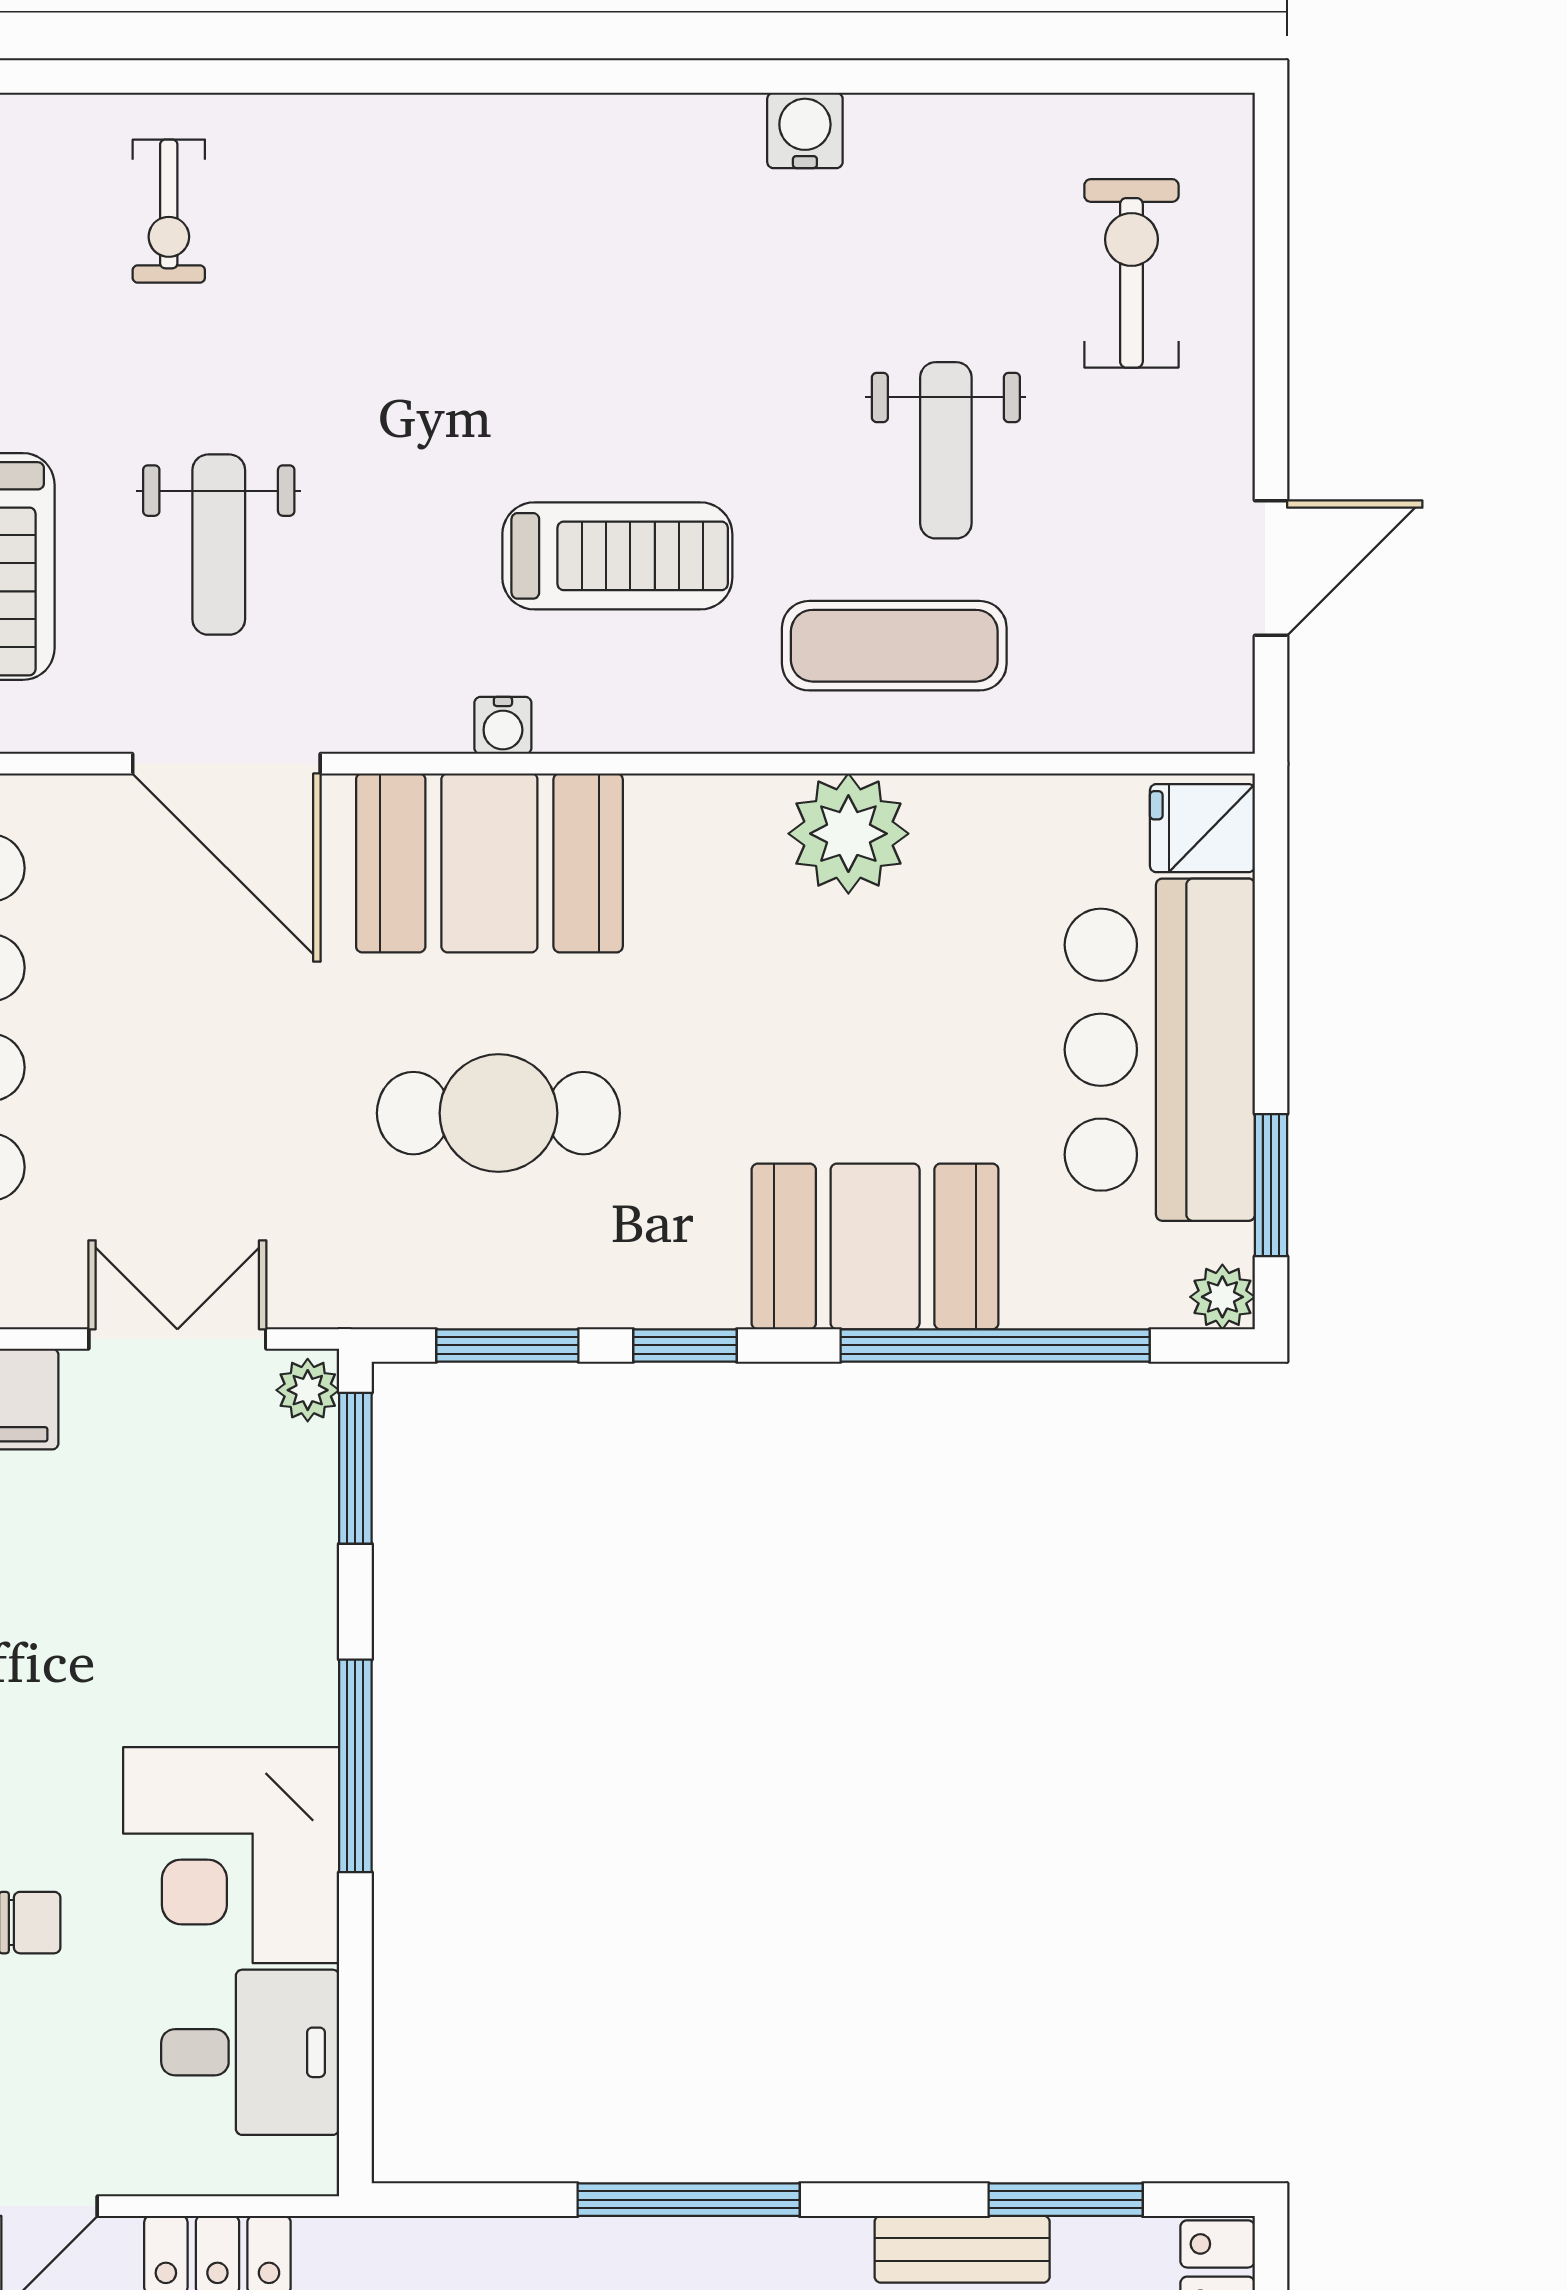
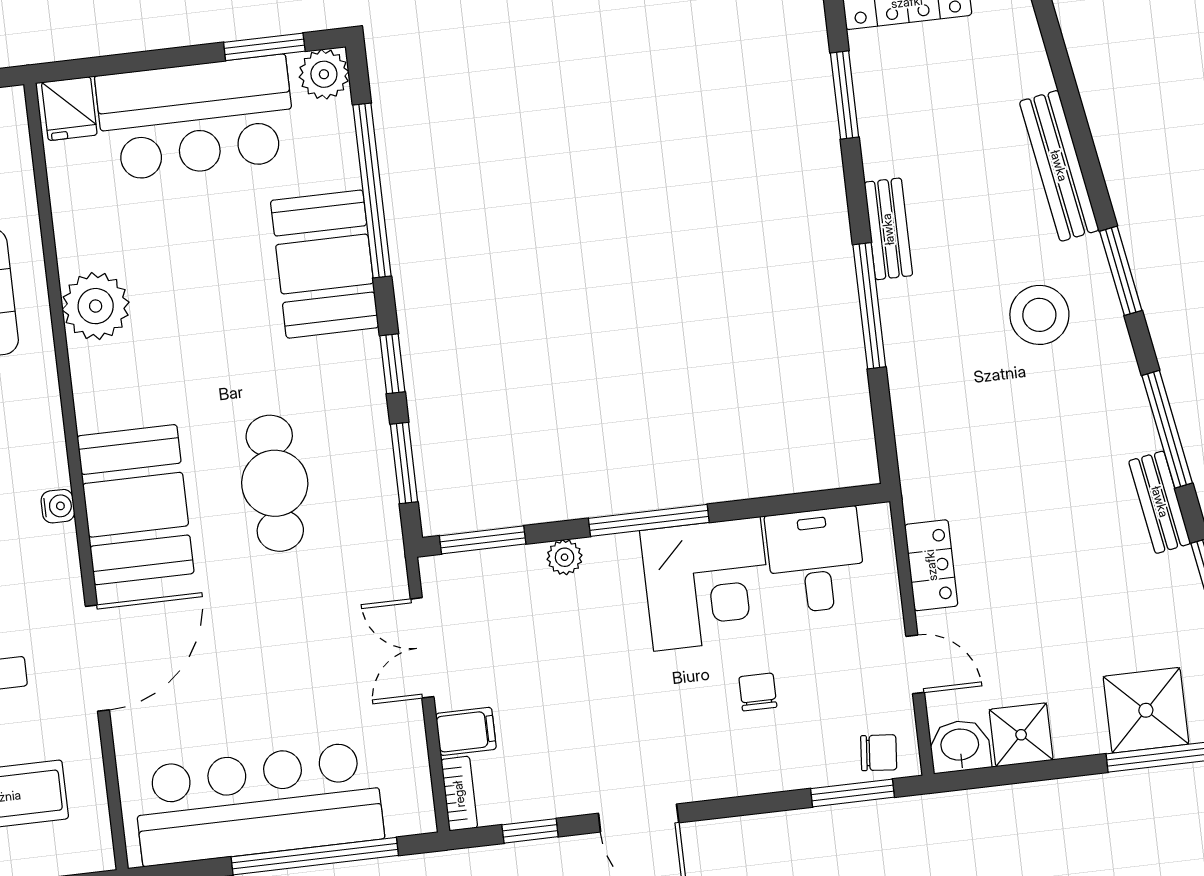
plant: (1222, 1297) -> (324, 74), width x1.38, depth x1.38
plant: (308, 1390) -> (565, 557), moved
bench: (962, 2249) -> (888, 229), moved

